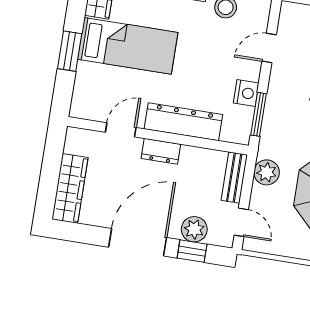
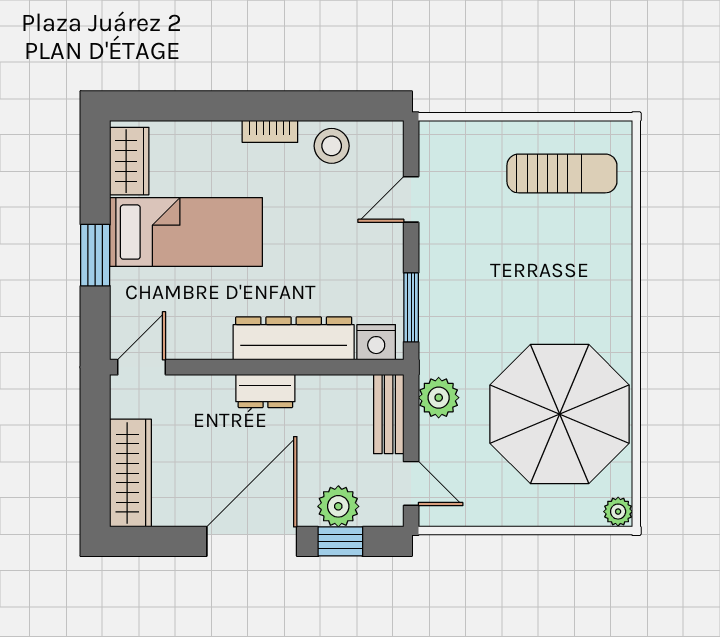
nightstand: (246, 93) -> (376, 342), moved, turned 90
door: (121, 130) -> (142, 367), moved

